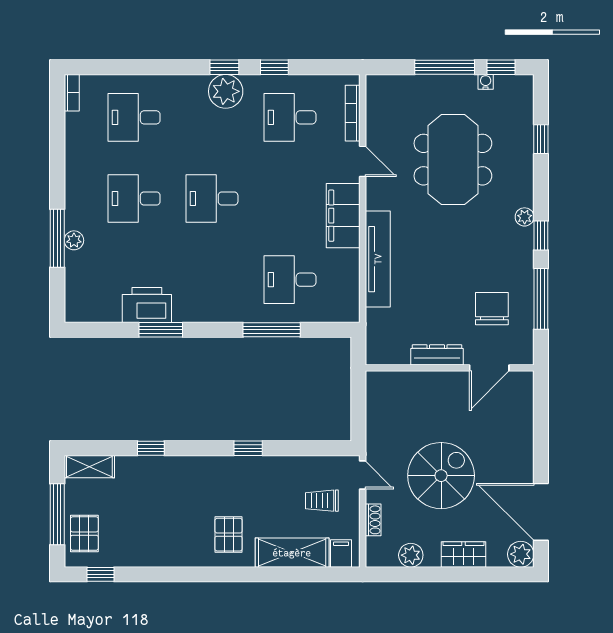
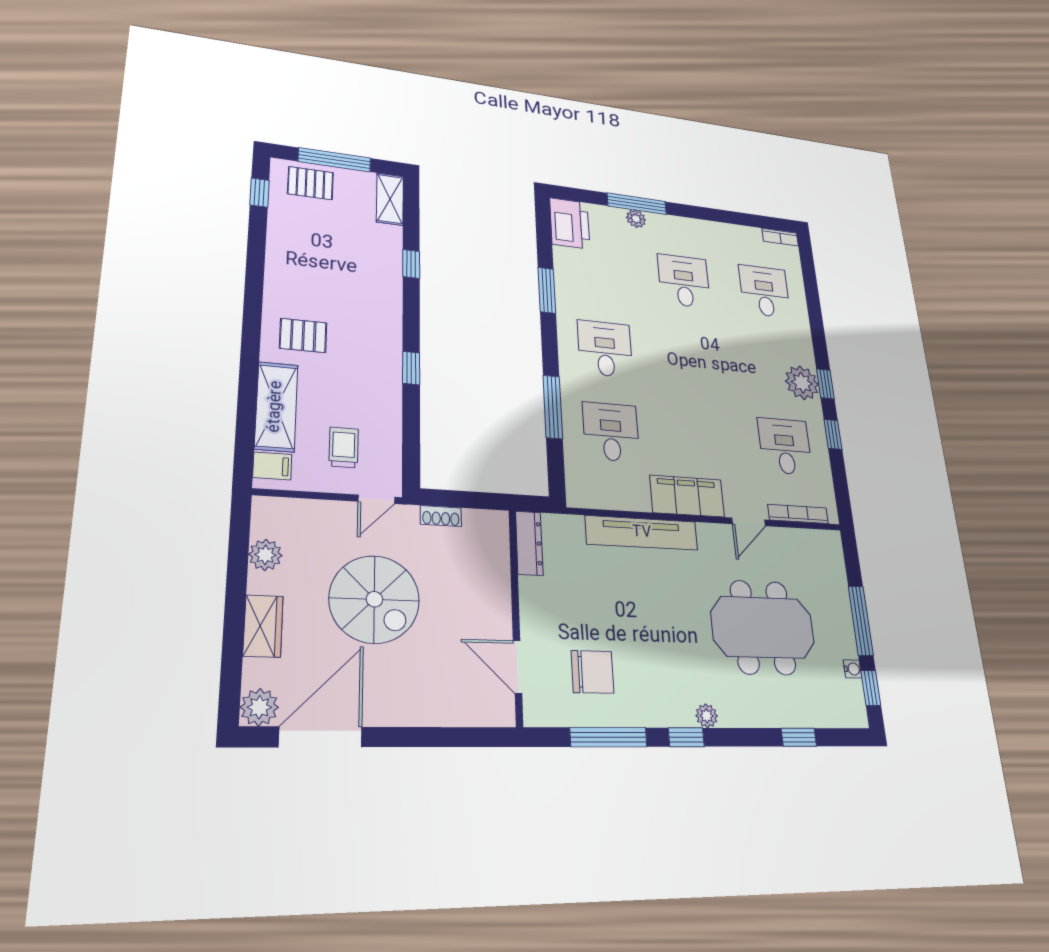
desk: (212, 198) -> (605, 349), moved
printer: (147, 305) -> (570, 223), moved
dresser: (437, 355) -> (529, 543), moved
shoe rack: (373, 520) -> (441, 516), moved

